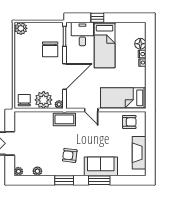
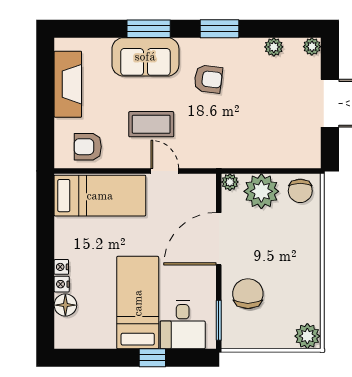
coffee table: (64, 119) -> (151, 124), moved

